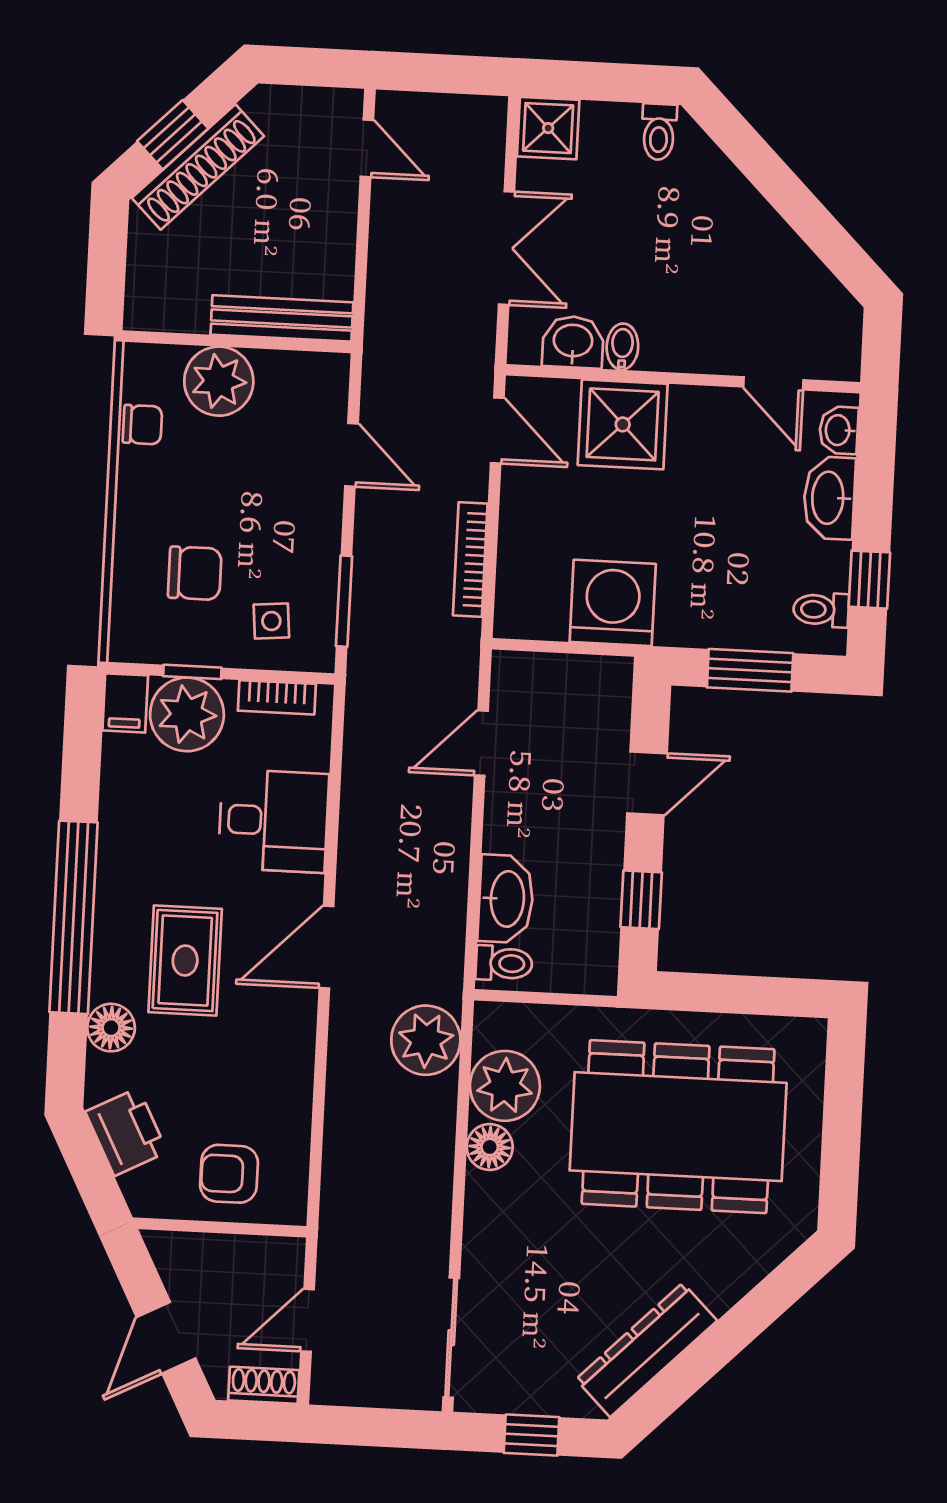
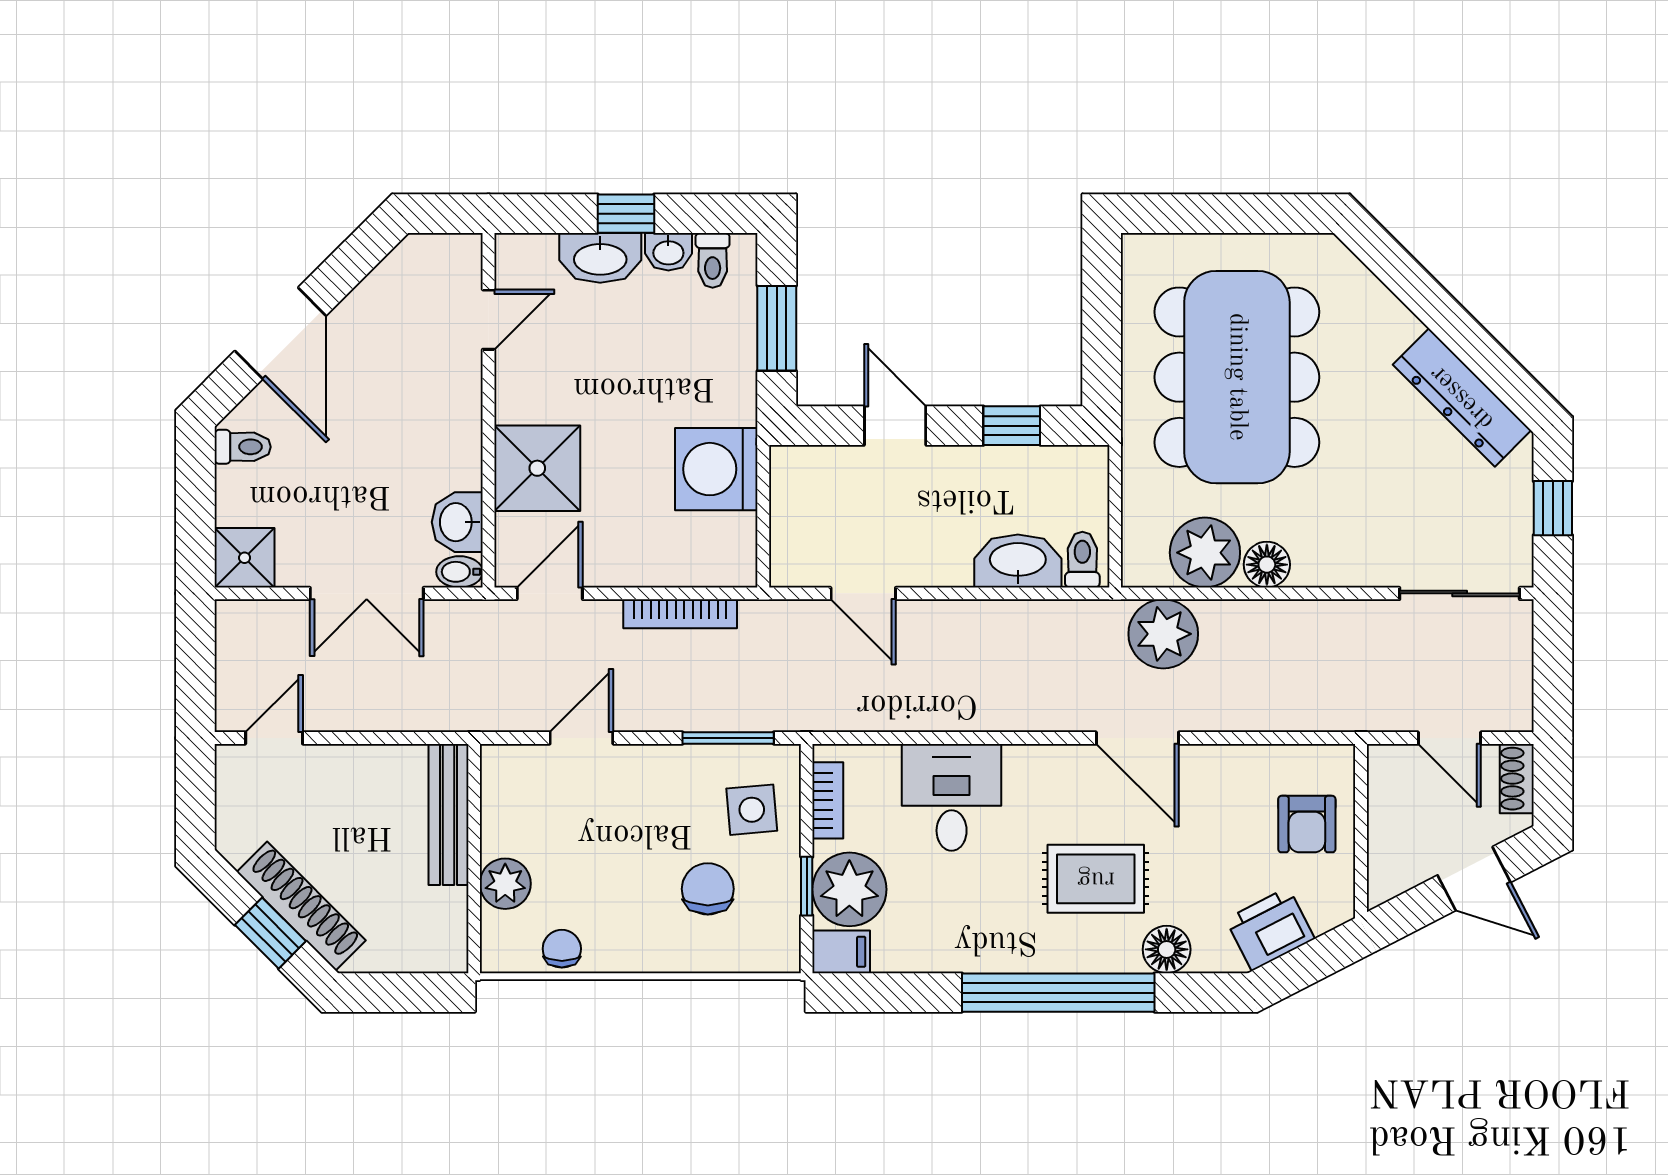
door: (770, 175) -> (280, 333), added
double door: (506, 248) -> (367, 593), swing flipped
bidet: (622, 347) -> (459, 572), moved
plant: (219, 381) -> (505, 884), width x0.73, depth x0.73
washbasin: (839, 430) -> (668, 252), moved
window: (869, 580) -> (626, 214), moved
side table: (271, 621) -> (752, 810), width x1.37, depth x1.37
door: (326, 947) -> (1137, 738), moved

